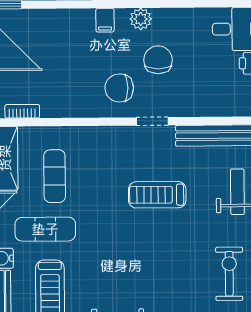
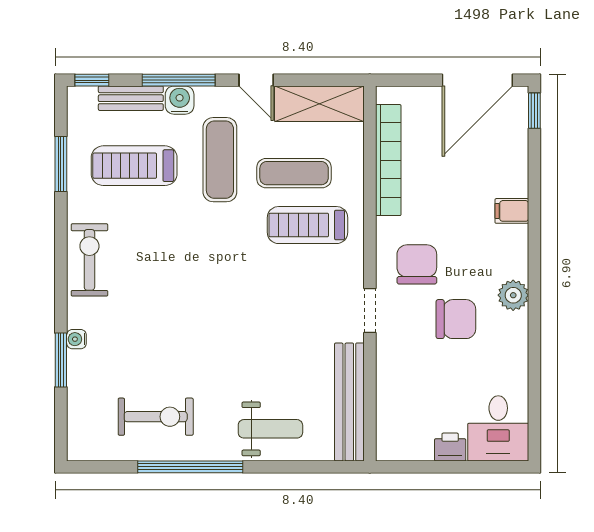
filing cabinet: (105, 20) -> (512, 211), moved
bookcase: (22, 111) -> (388, 160), width x2.31, depth x1.31
treadmill: (157, 195) -> (307, 225), moved, turned -90

